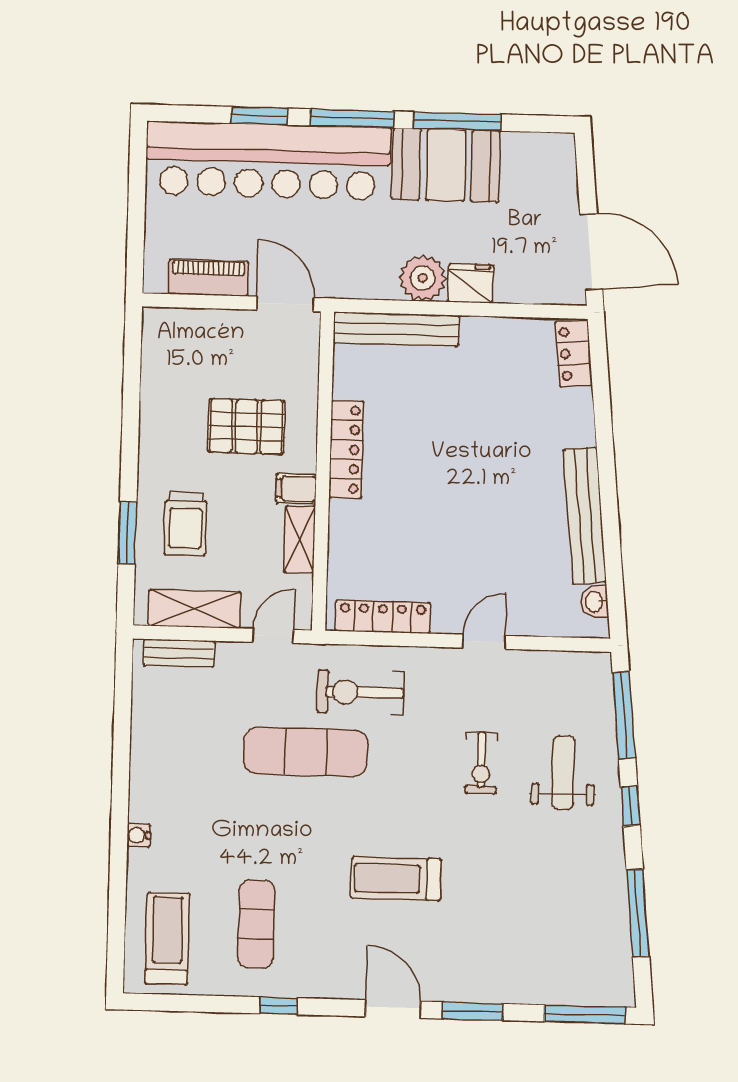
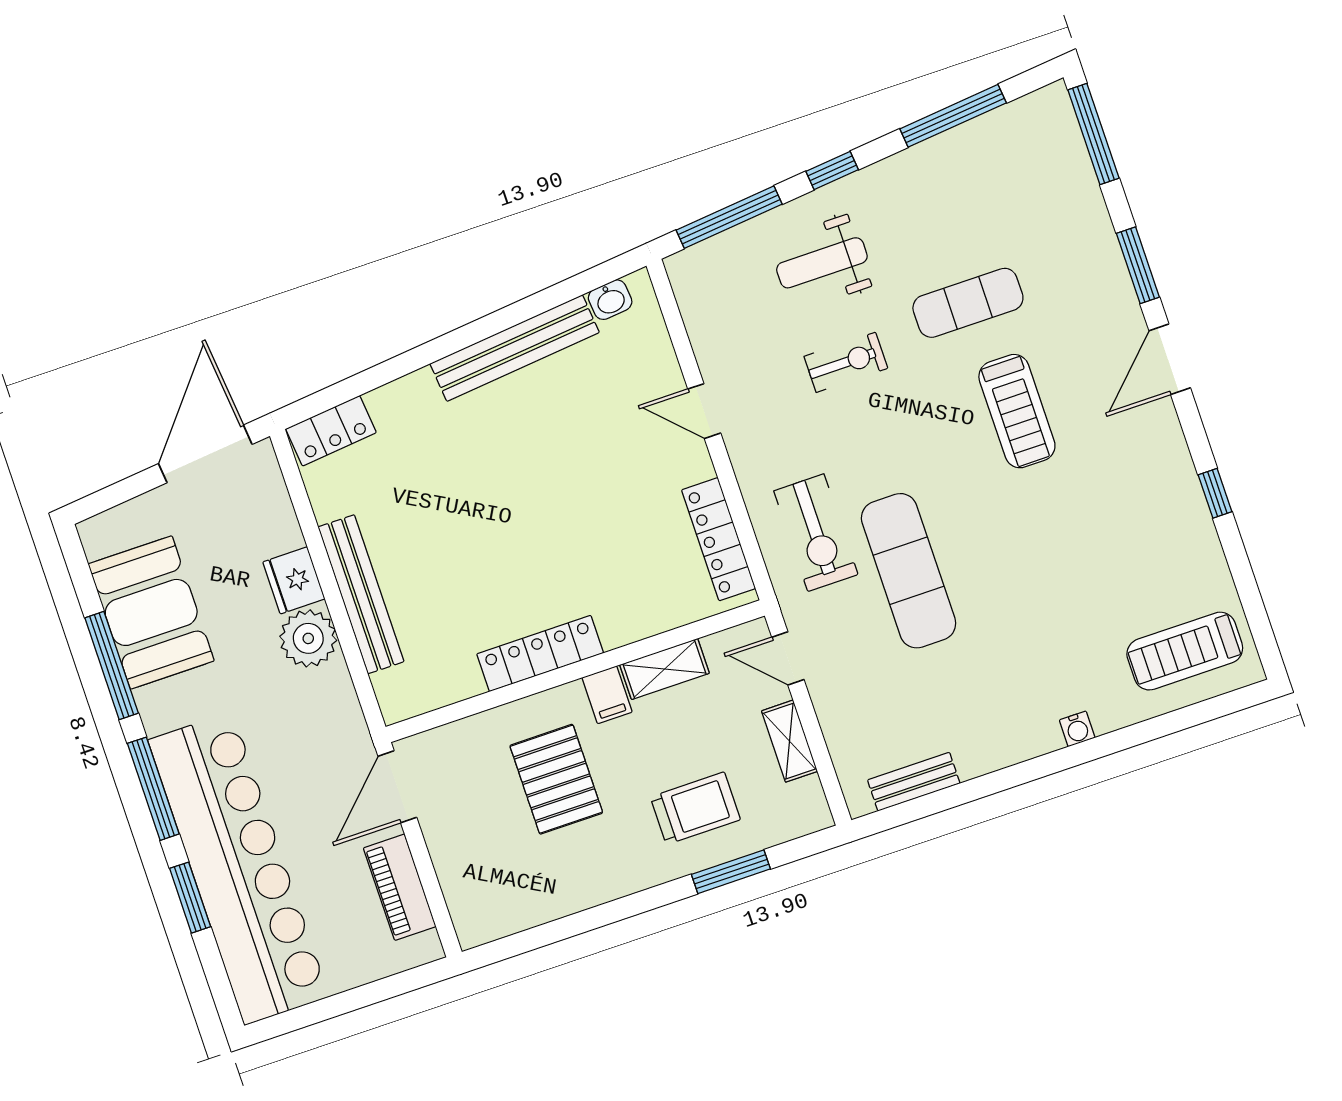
booth: (446, 165) -> (151, 612), moved
bench: (396, 329) -> (361, 594), moved
shelving: (195, 609) -> (790, 741), width x0.67, depth x0.75
bench: (179, 653) -> (914, 782), moved, turned 90
exercise mat: (256, 924) -> (968, 303), moved

